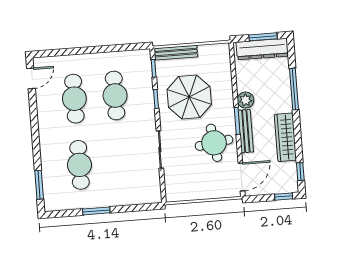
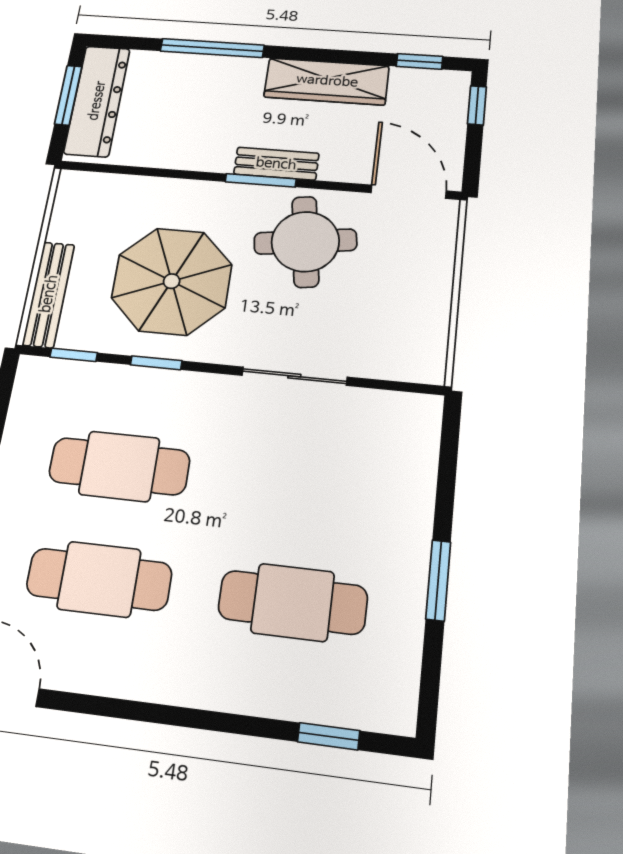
plant: (246, 100) -> (212, 154), removed
bench: (246, 131) -> (276, 164), width x0.73
window: (39, 185) -> (329, 736), width x0.67

